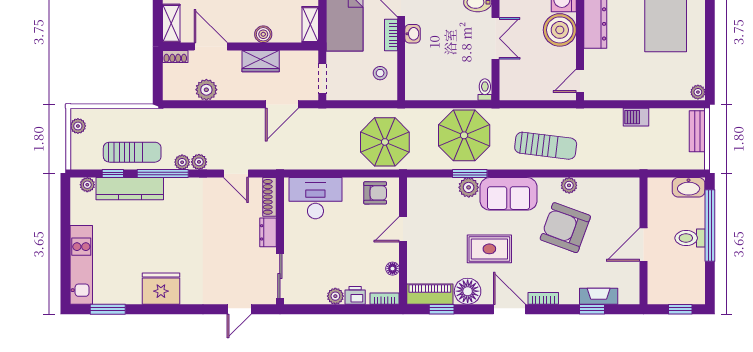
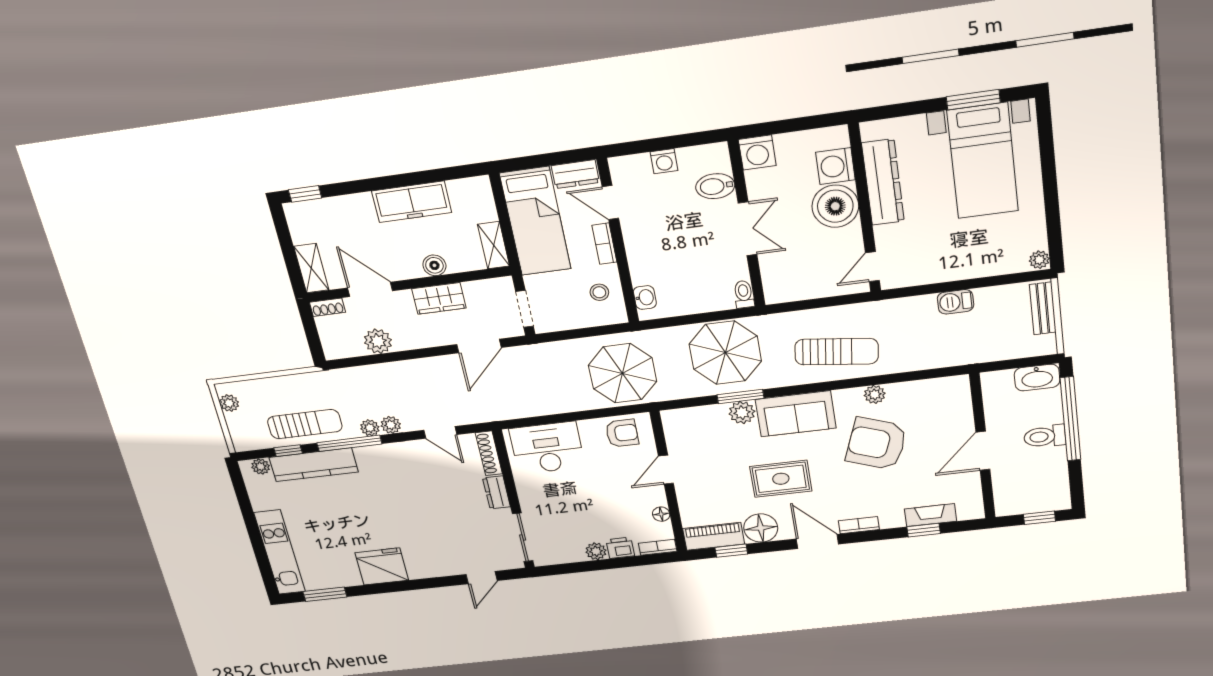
washbasin: (413, 34) -> (645, 297), moved

